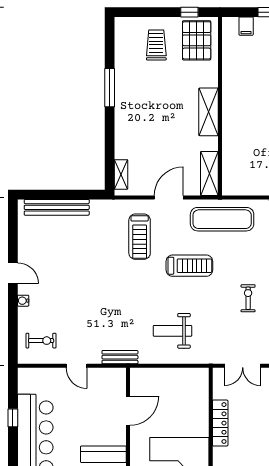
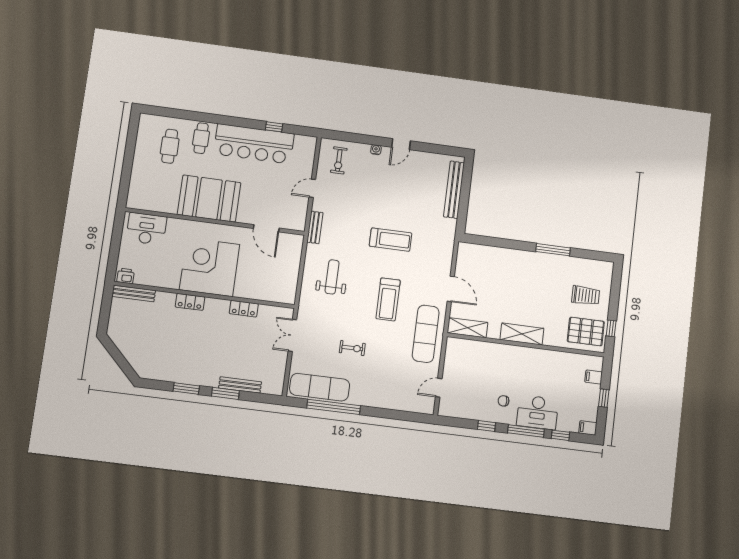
shelving: (121, 174) -> (476, 250), removed
treadmill: (140, 237) -> (391, 240), moved, turned 180
locker: (220, 423) -> (244, 309), width x0.66

